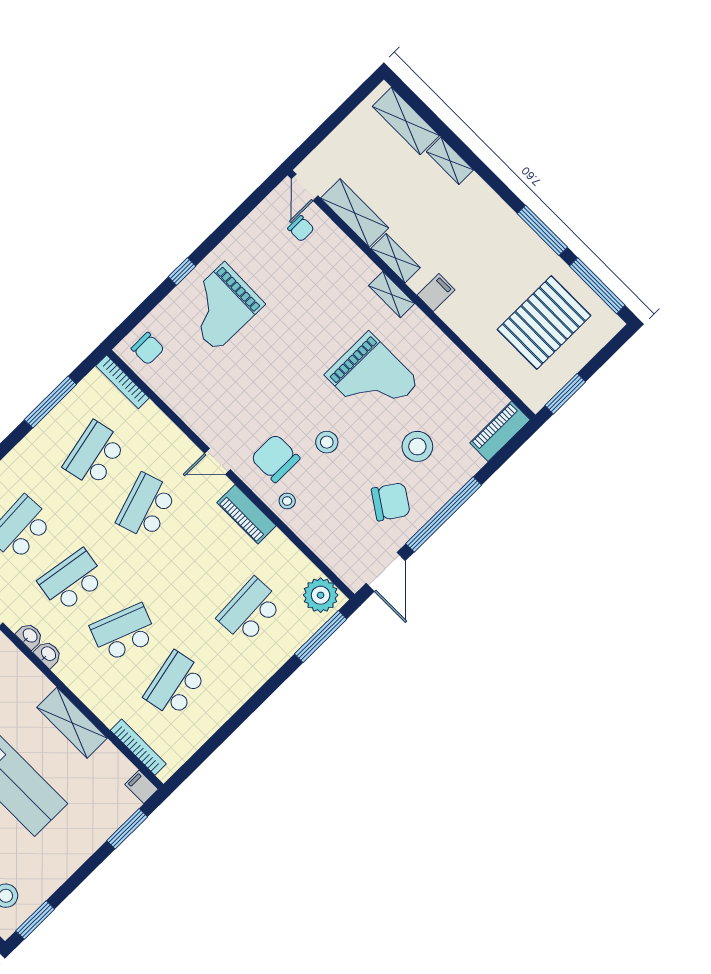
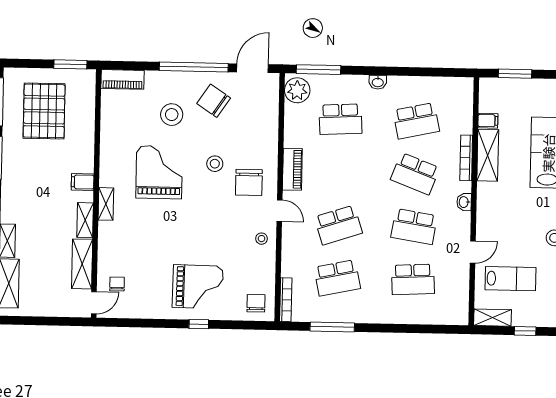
pallet: (544, 323) -> (44, 111), turned 90
stool: (287, 501) -> (262, 239), moved
washbasin: (30, 636) -> (378, 82), moved, turned -90
bookcase: (138, 747) -> (466, 158), moved
filing cabinet: (141, 787) -> (488, 121), moved, turned -90

